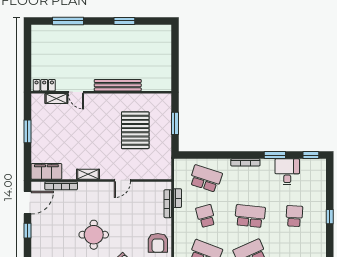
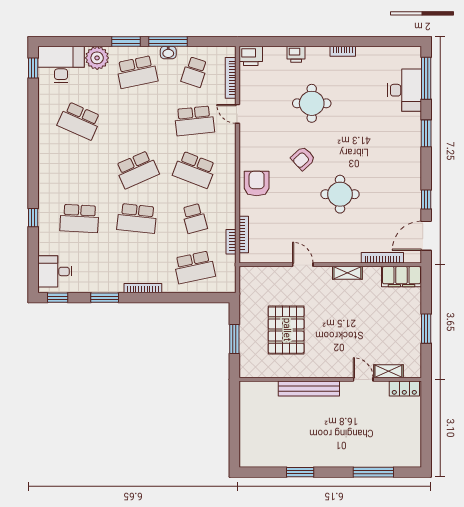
desk: (287, 172) -> (55, 271), moved, turned 90
school desk: (206, 178) -> (194, 267), turned -30
door: (122, 180) -> (303, 265), hinge flipped
school desk: (294, 216) -> (79, 218), width x1.85

